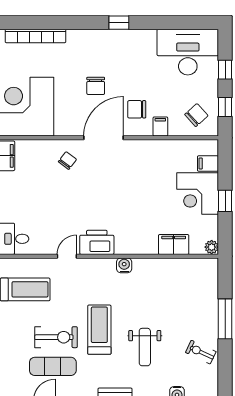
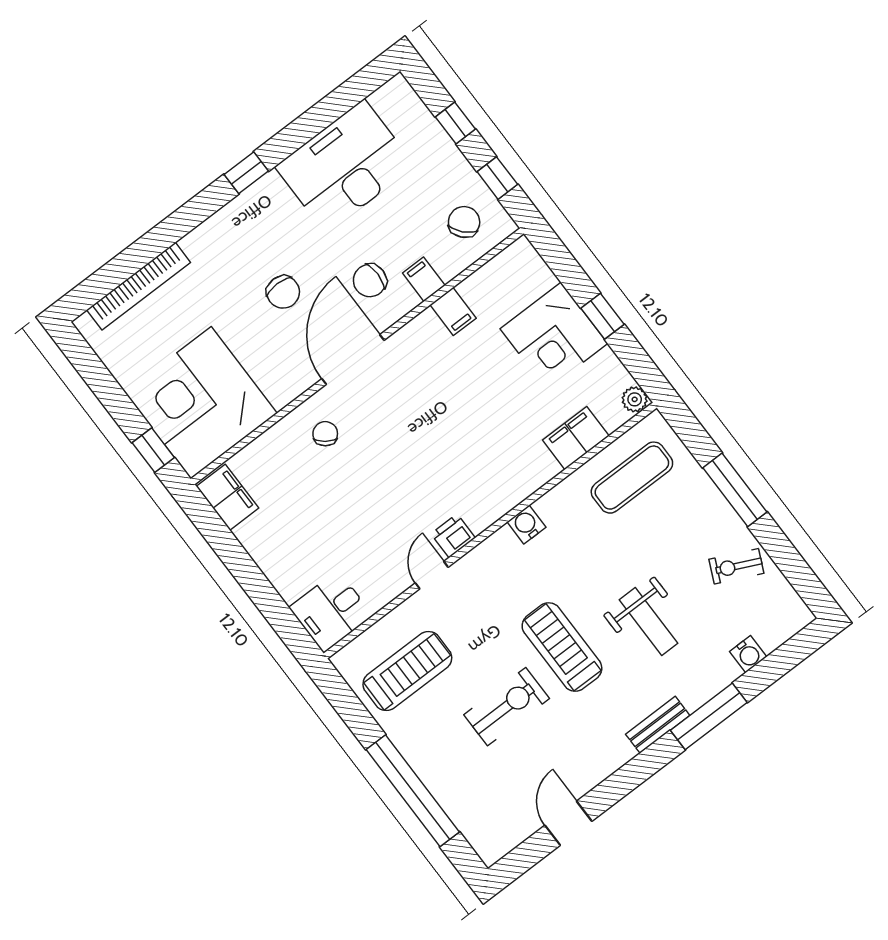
desk: (188, 52) -> (345, 166), moved
filing cabinet: (208, 164) -> (453, 311), moved, turned -90
printer: (97, 242) -> (453, 536), width x0.53, depth x0.68
exercise mat: (53, 366) -> (632, 478), moved

